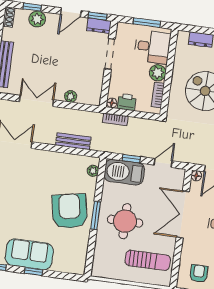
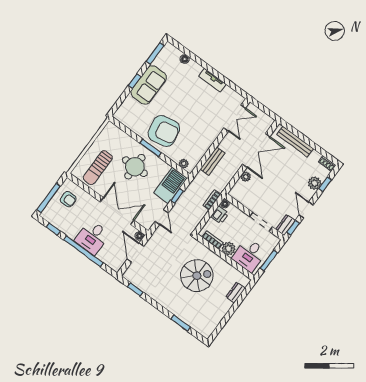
double door: (36, 101) -> (256, 150), width x1.37

